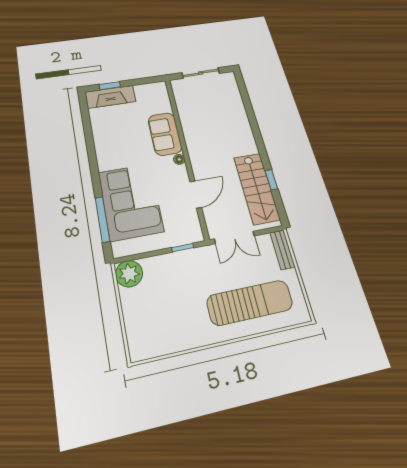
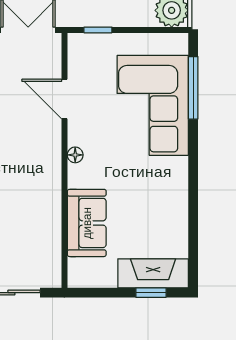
sofa: (165, 134) -> (87, 223), moved
door: (196, 194) -> (64, 99), hinge flipped

